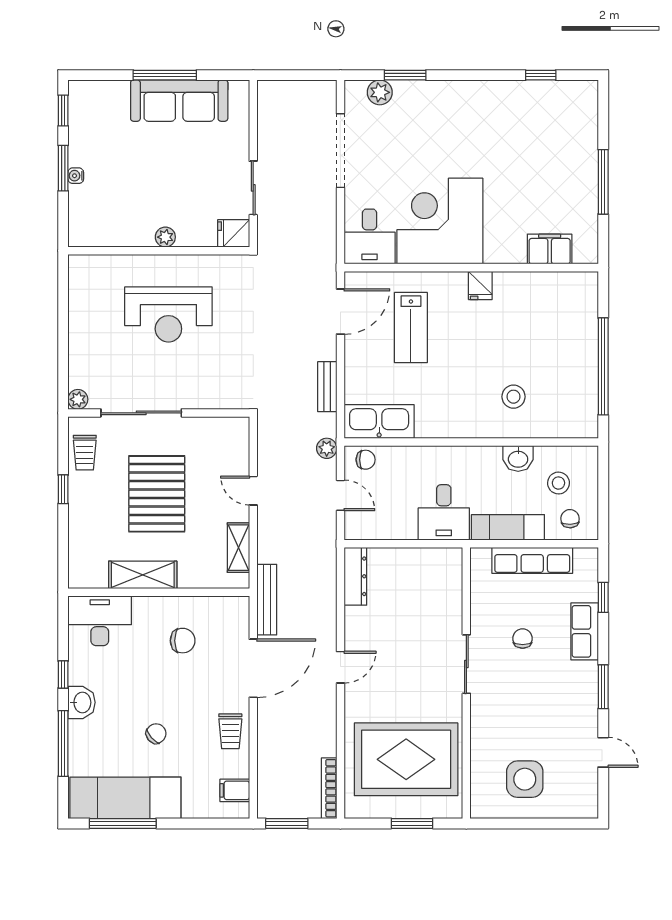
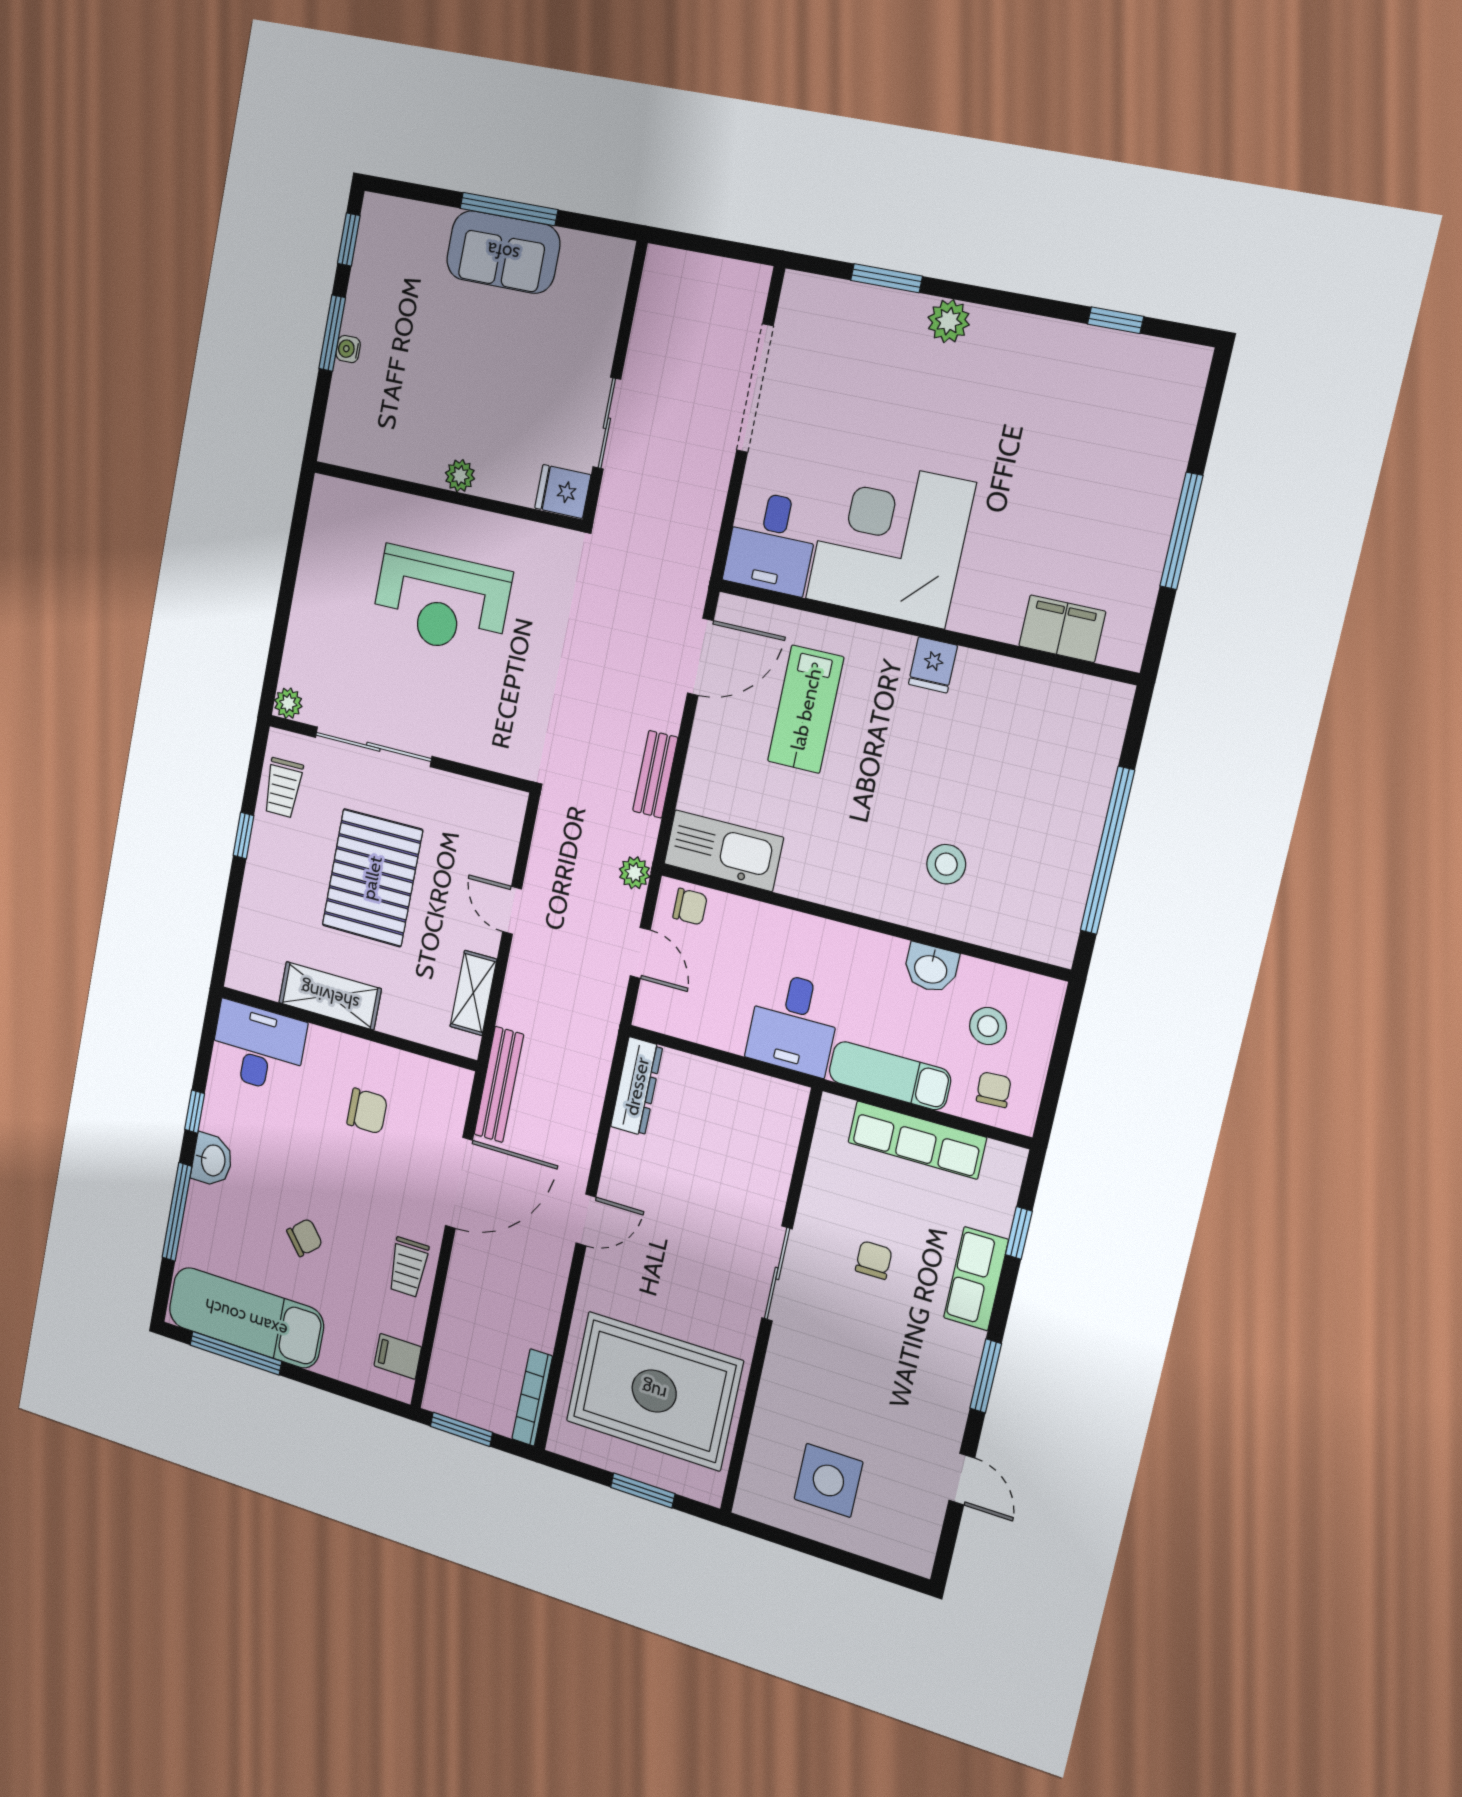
plant: (380, 92) -> (949, 321), moved
sofa: (179, 101) -> (503, 252), width x0.73

